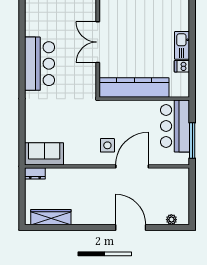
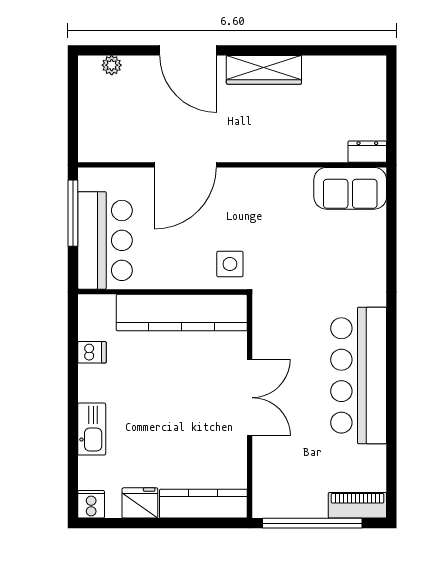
kitchen sink: (182, 45) -> (92, 429), moved
bar counter: (40, 64) -> (359, 375), width x1.36
side table: (107, 145) -> (230, 264), moved
wardrobe: (51, 217) -> (264, 70), moved

